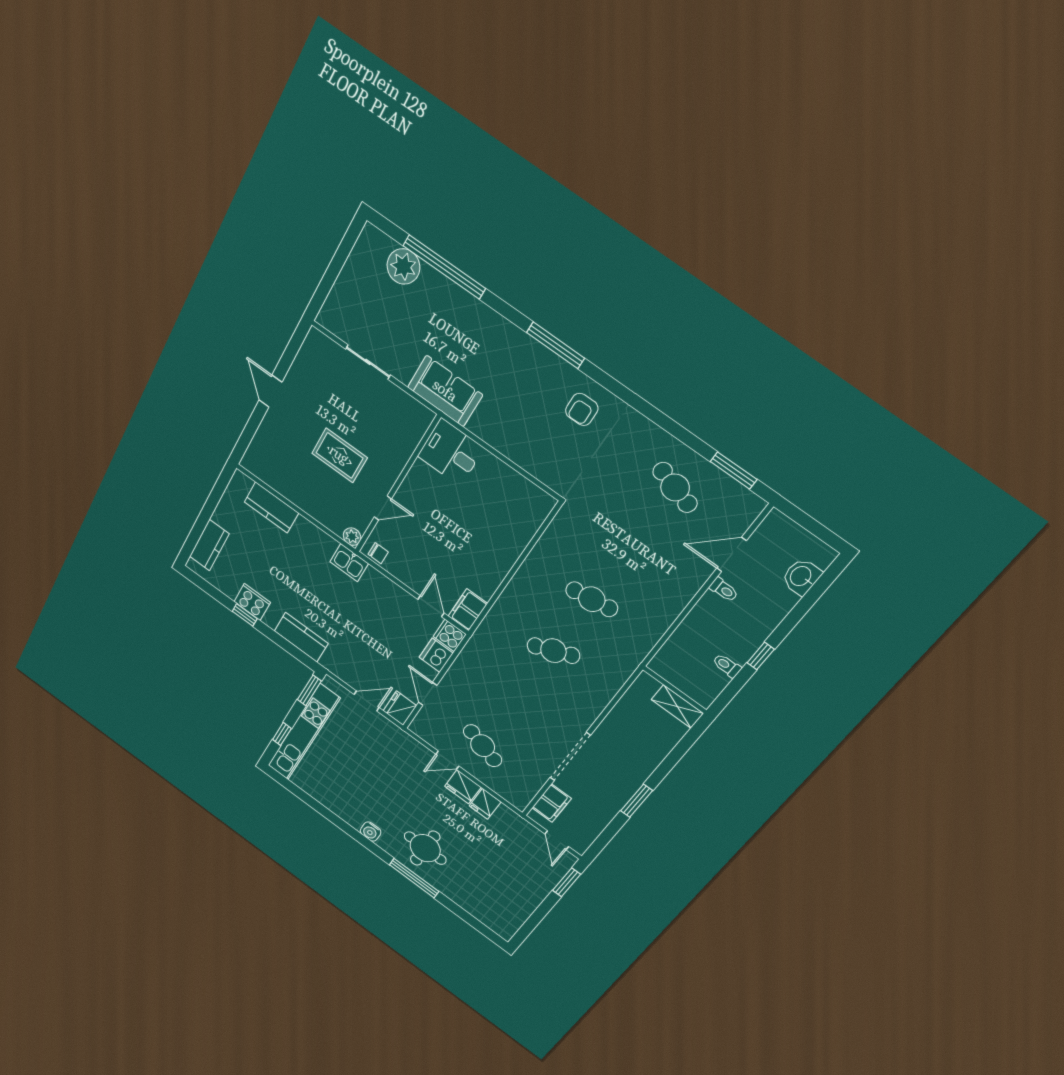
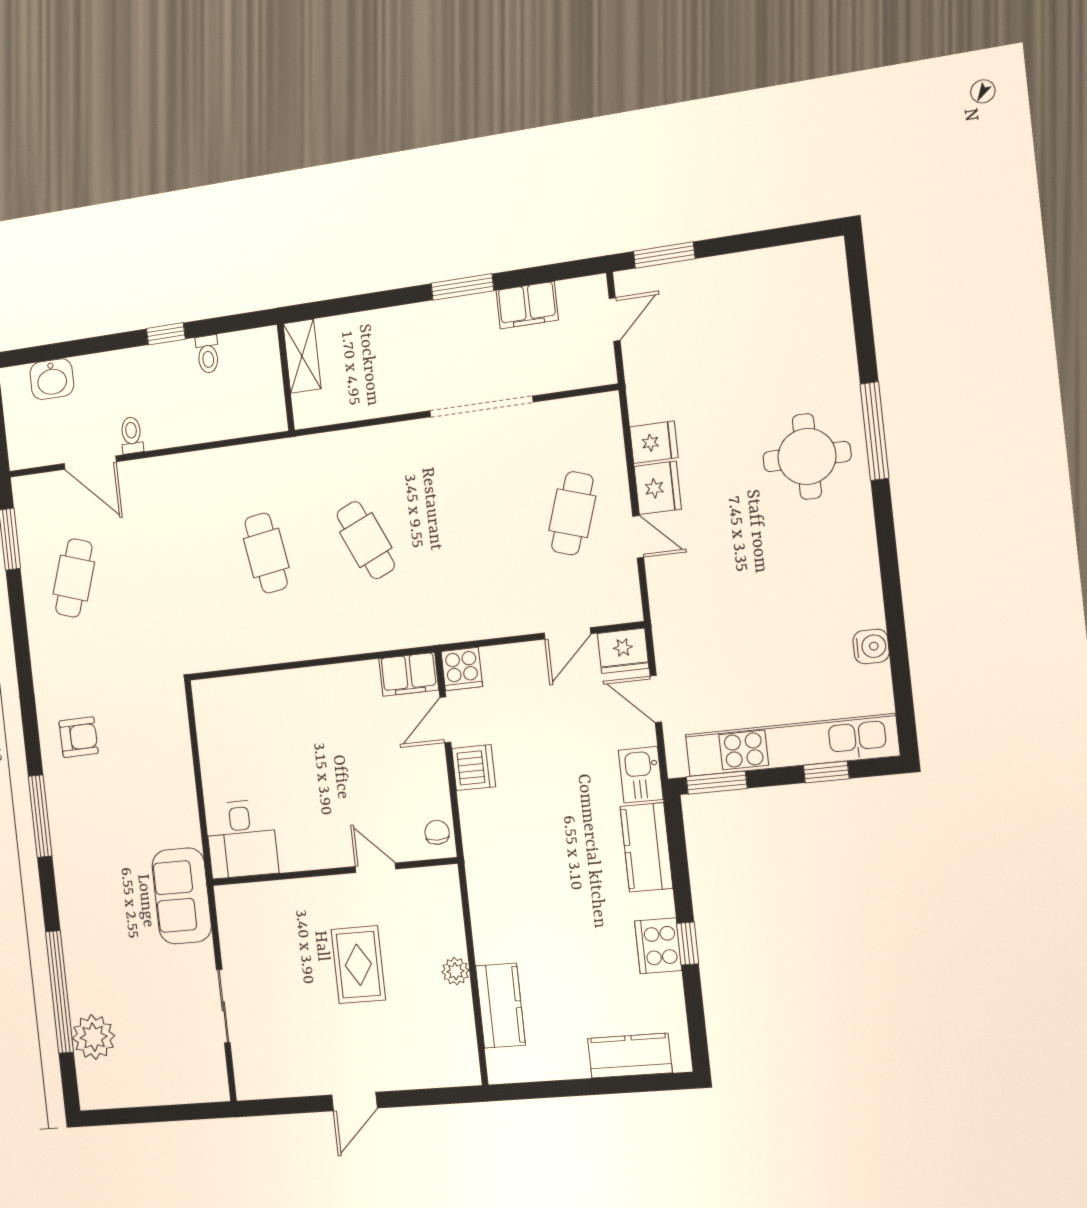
plant: (352, 537) -> (455, 971), moved
kitchen sink: (349, 563) -> (641, 775), moved, turned 180
dishwasher: (436, 655) -> (474, 768), moved, turned -90
filing cabinet: (552, 803) -> (527, 305), moved, turned 180
water cooler: (371, 832) -> (871, 646), moved

